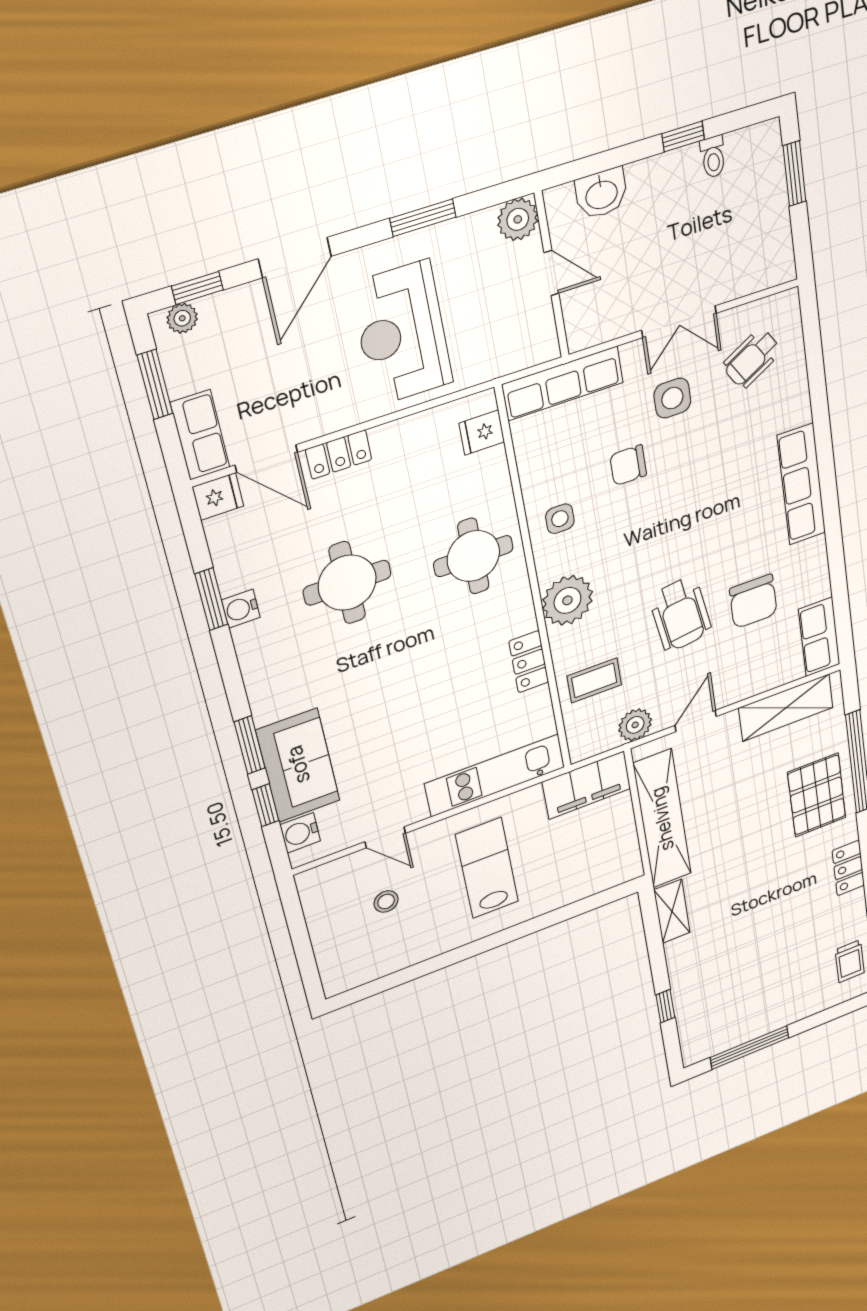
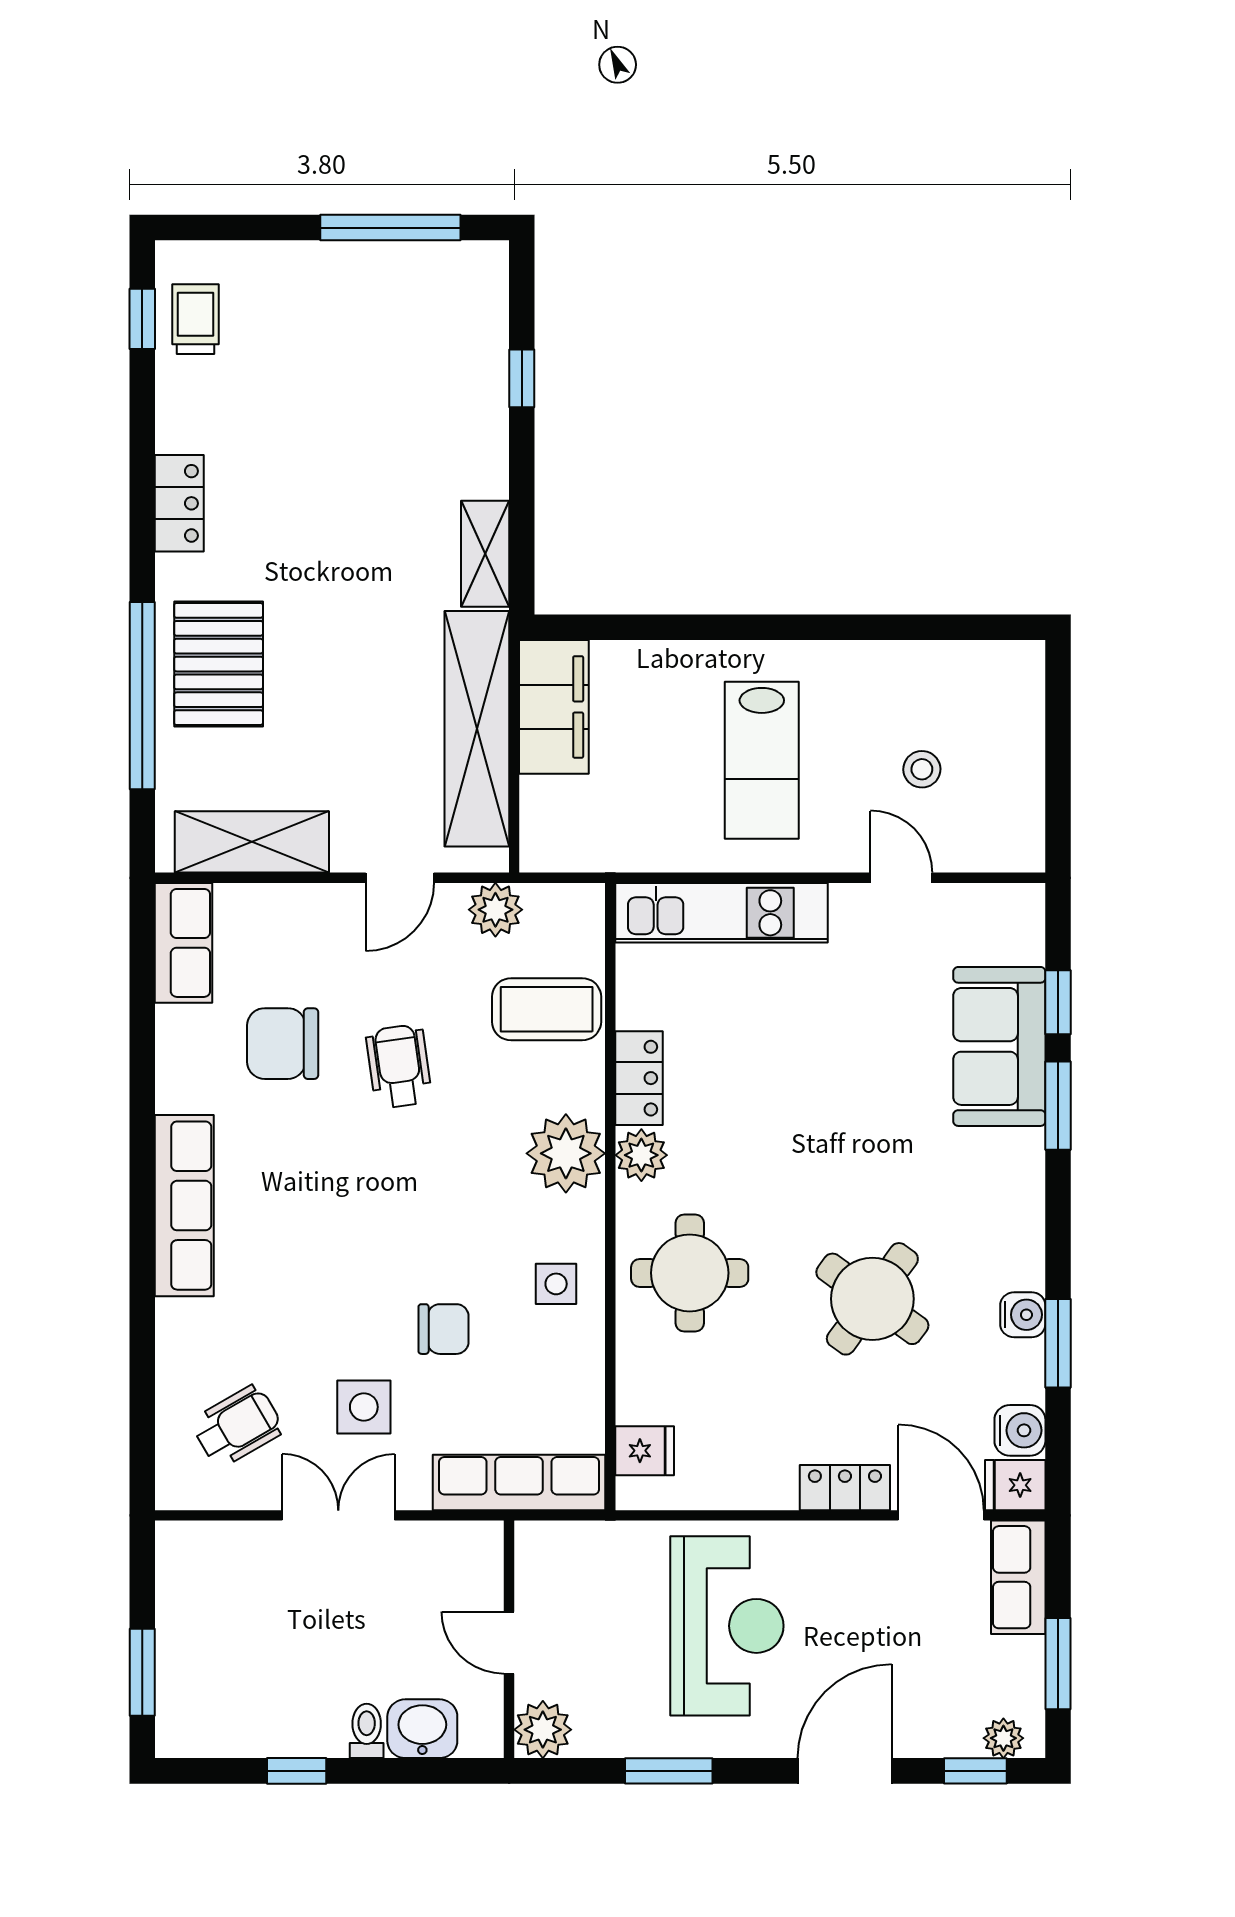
toilet: (713, 157) -> (367, 1731), moved
round table: (347, 583) -> (872, 1299), turned 36
chair: (753, 601) -> (283, 1044), turned -90
wheelchair: (680, 614) -> (399, 1066), width x0.73, depth x0.73
plant: (519, 617) -> (641, 1155), added
coffee table: (594, 680) -> (547, 1009), width x1.36, depth x1.30
filing cabinet: (587, 785) -> (554, 707), moved, turned 90
water cooler: (300, 833) -> (1020, 1430), moved

